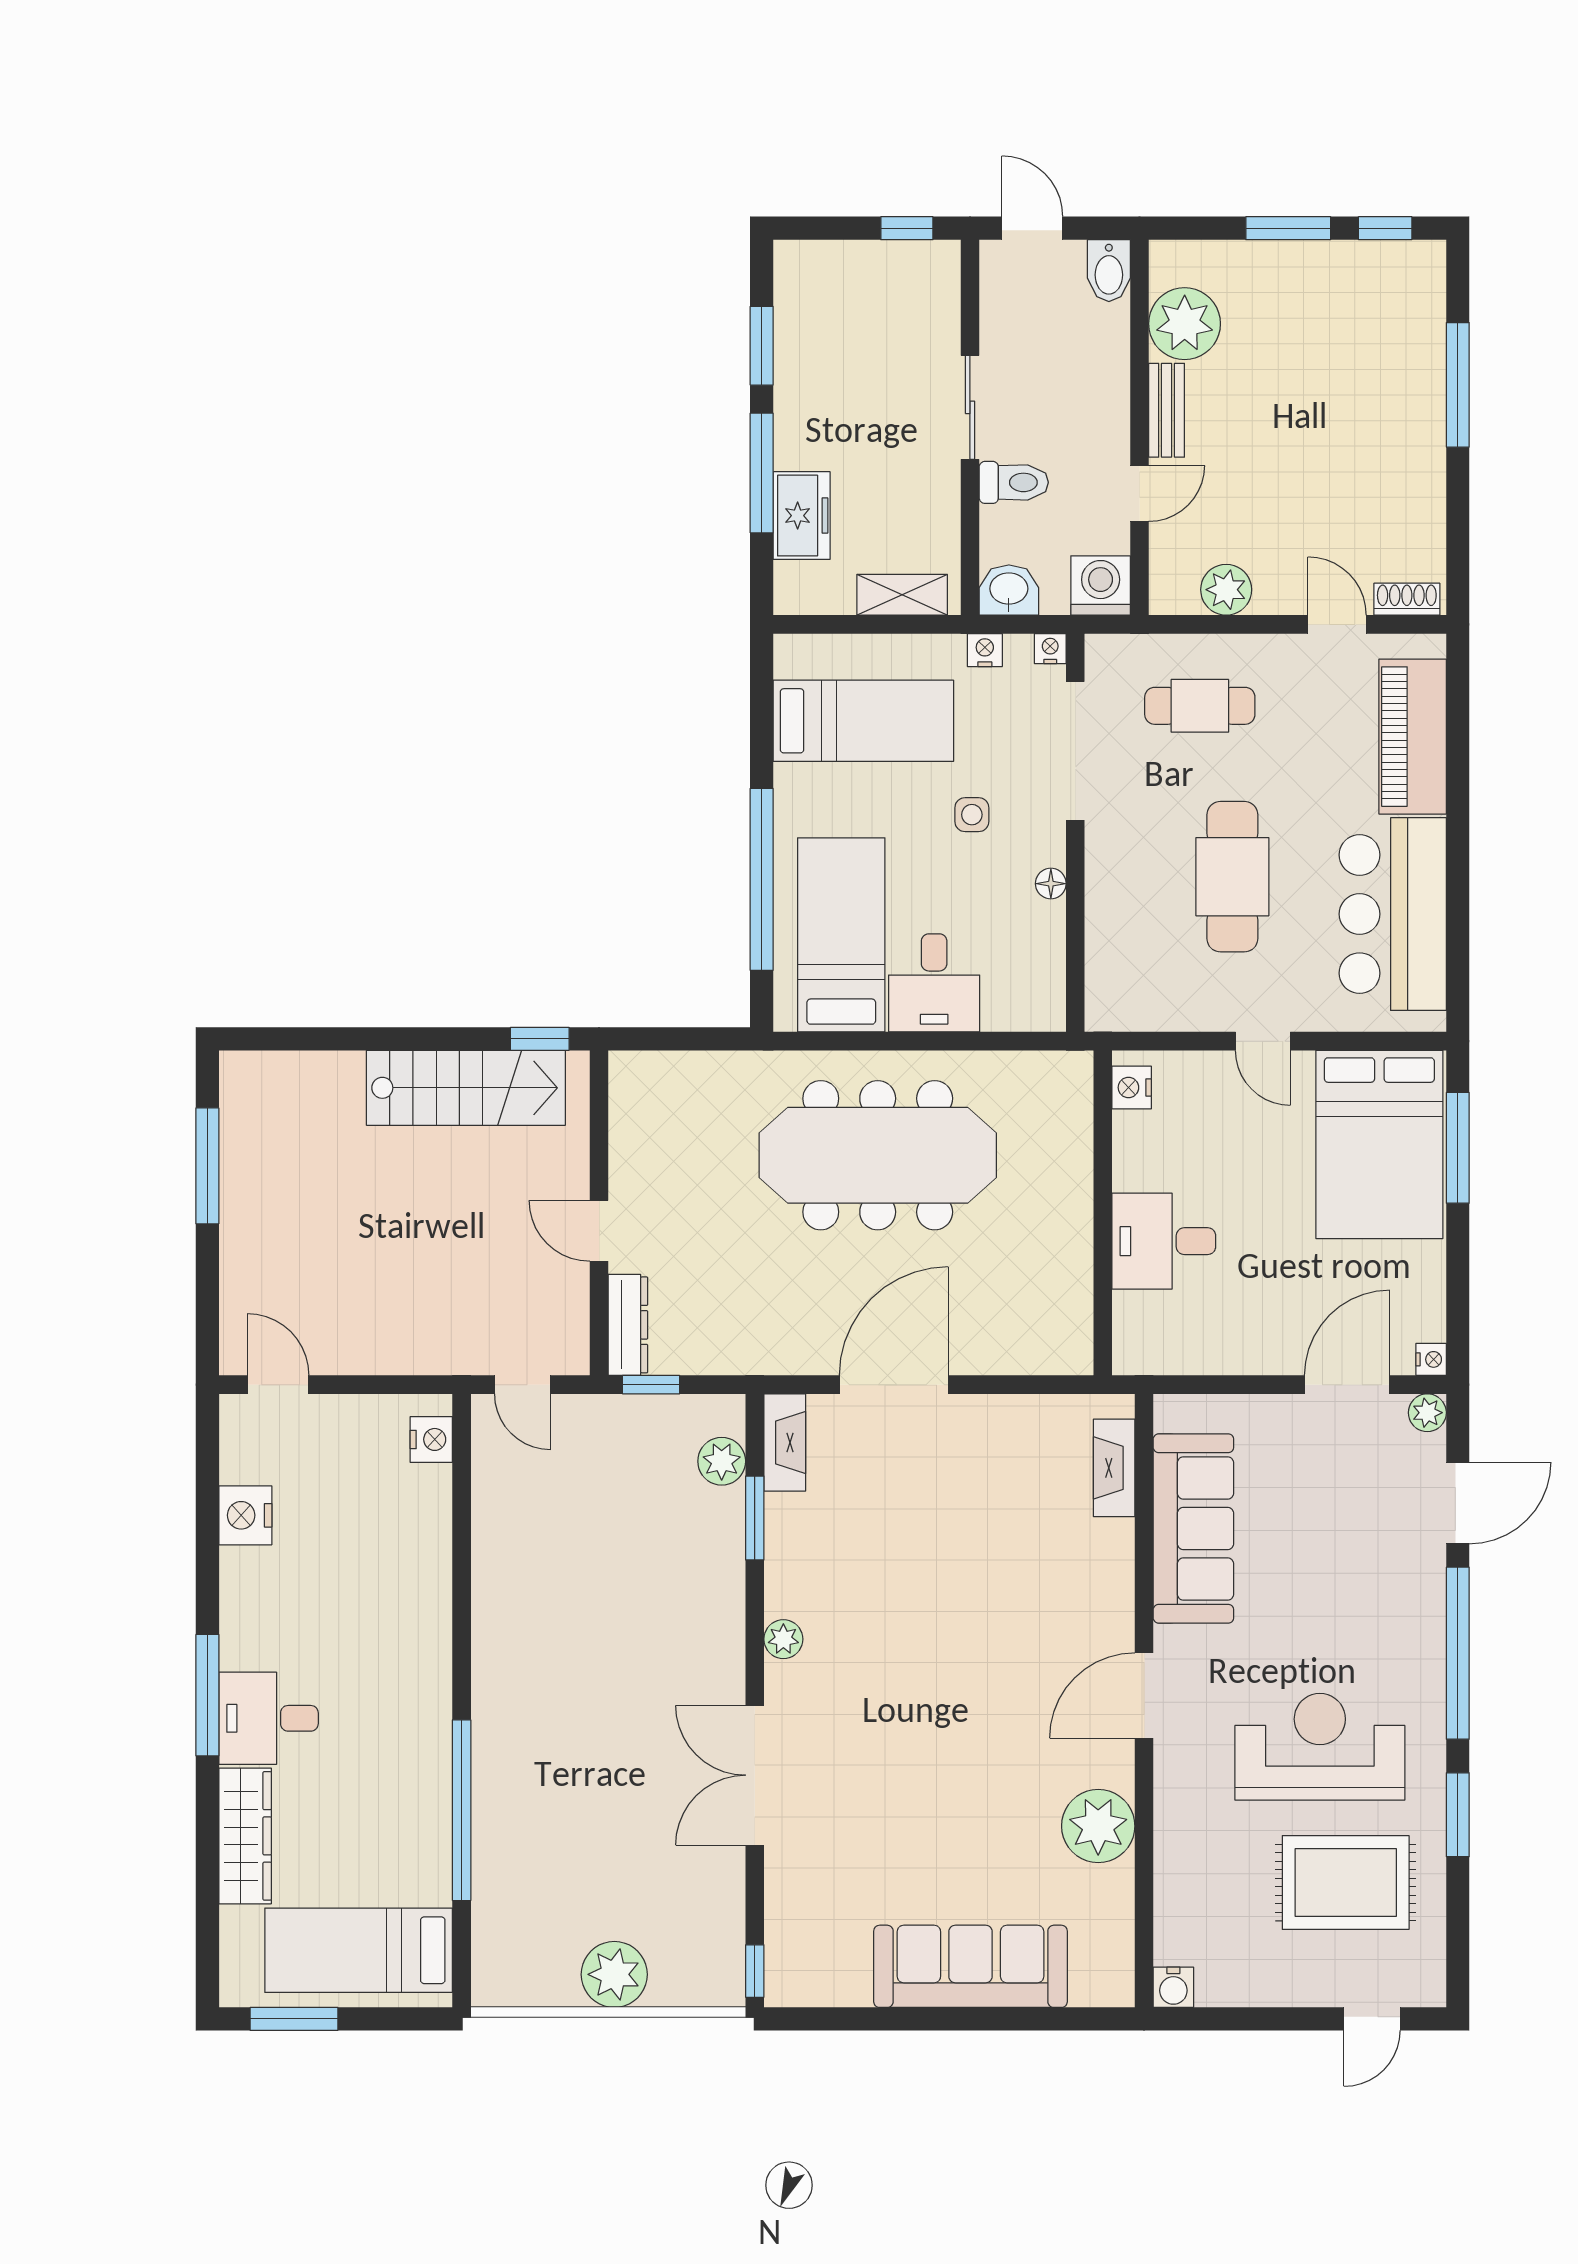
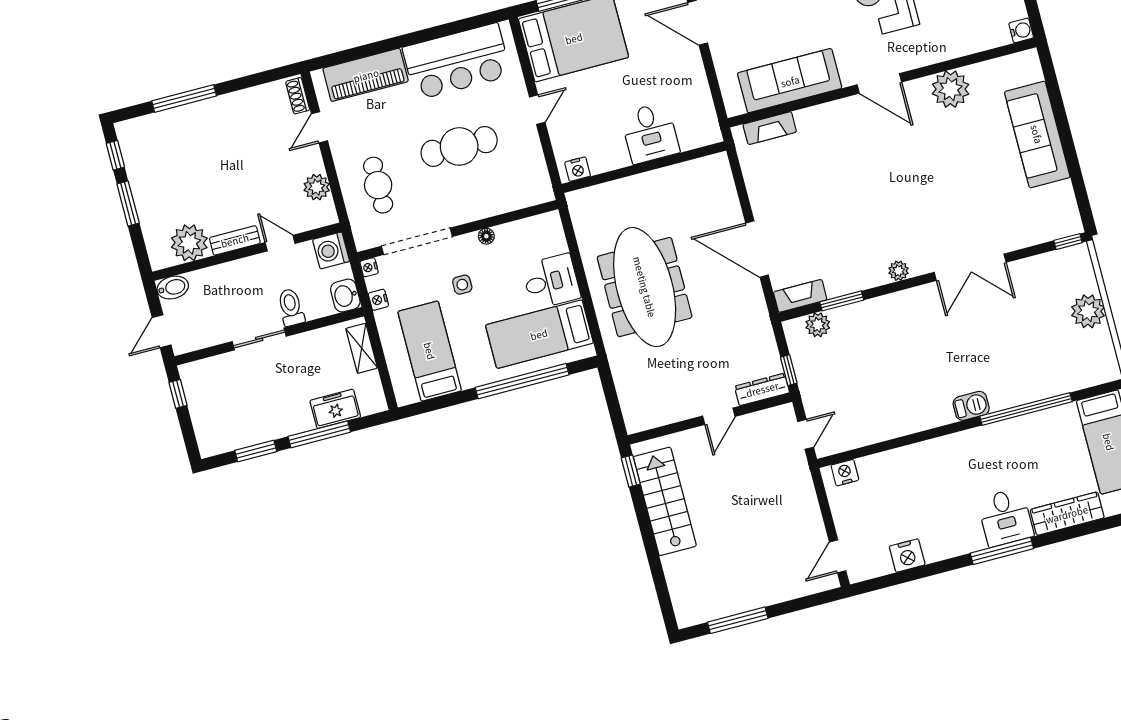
barbecue: (494, 1709) -> (971, 406), added

